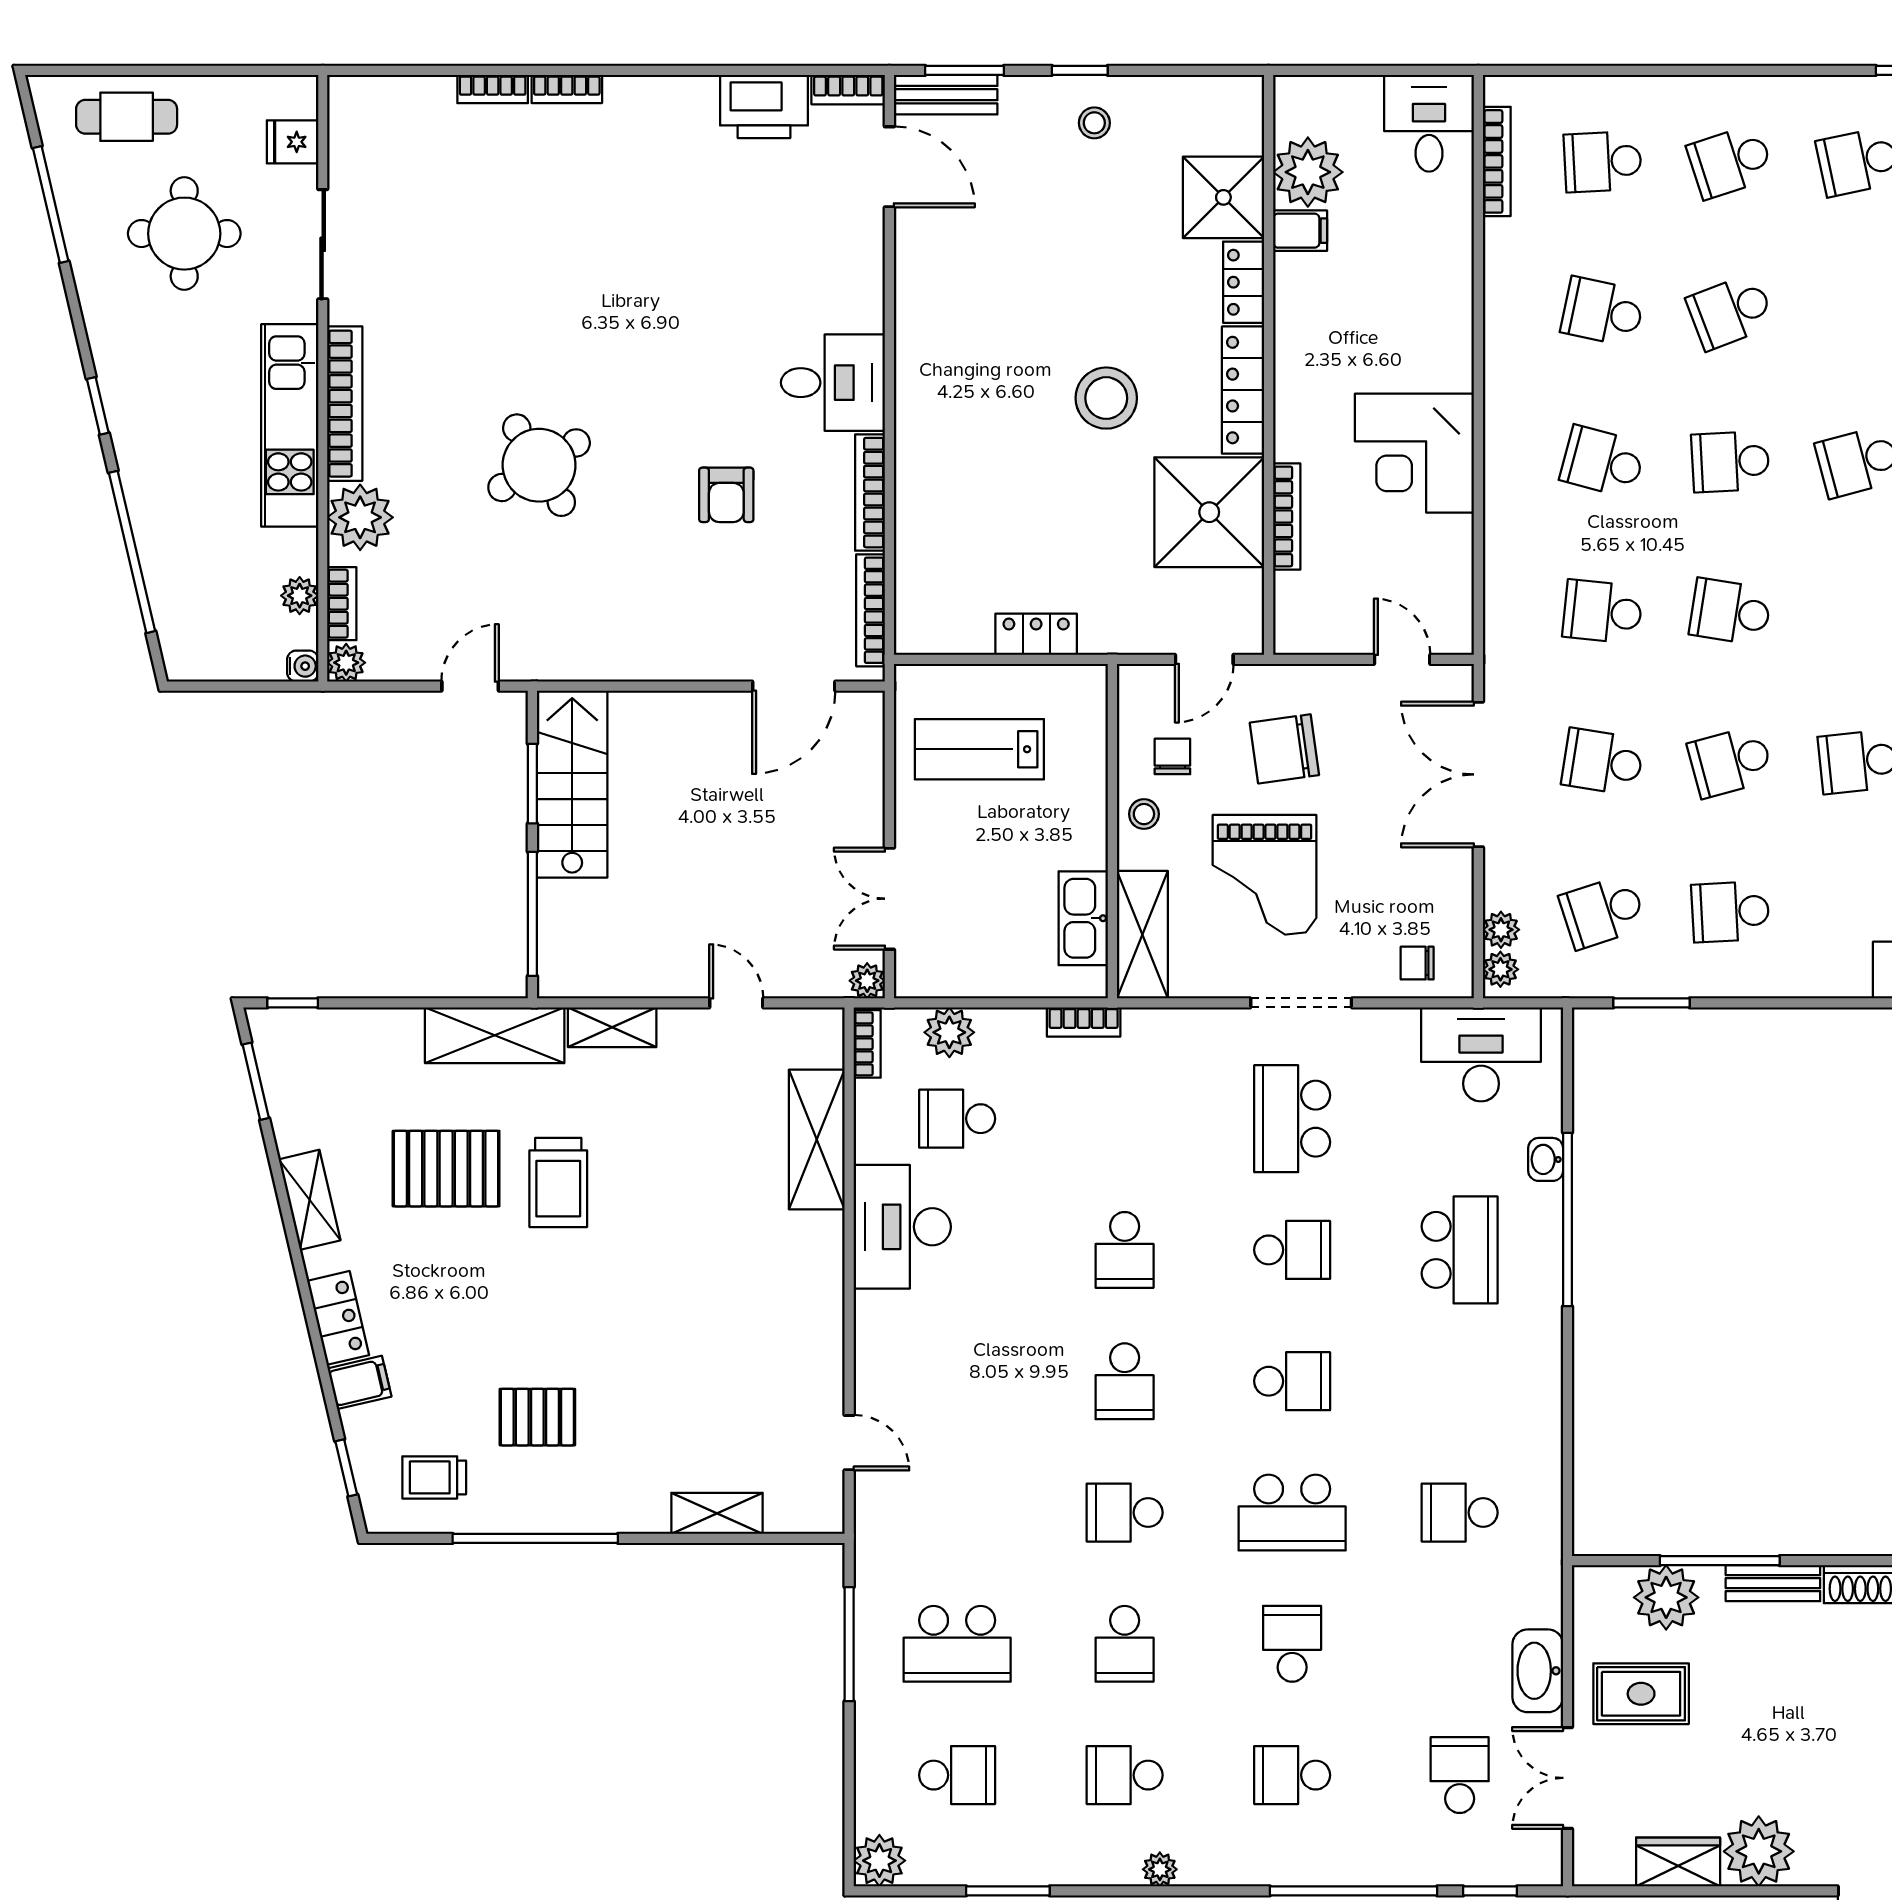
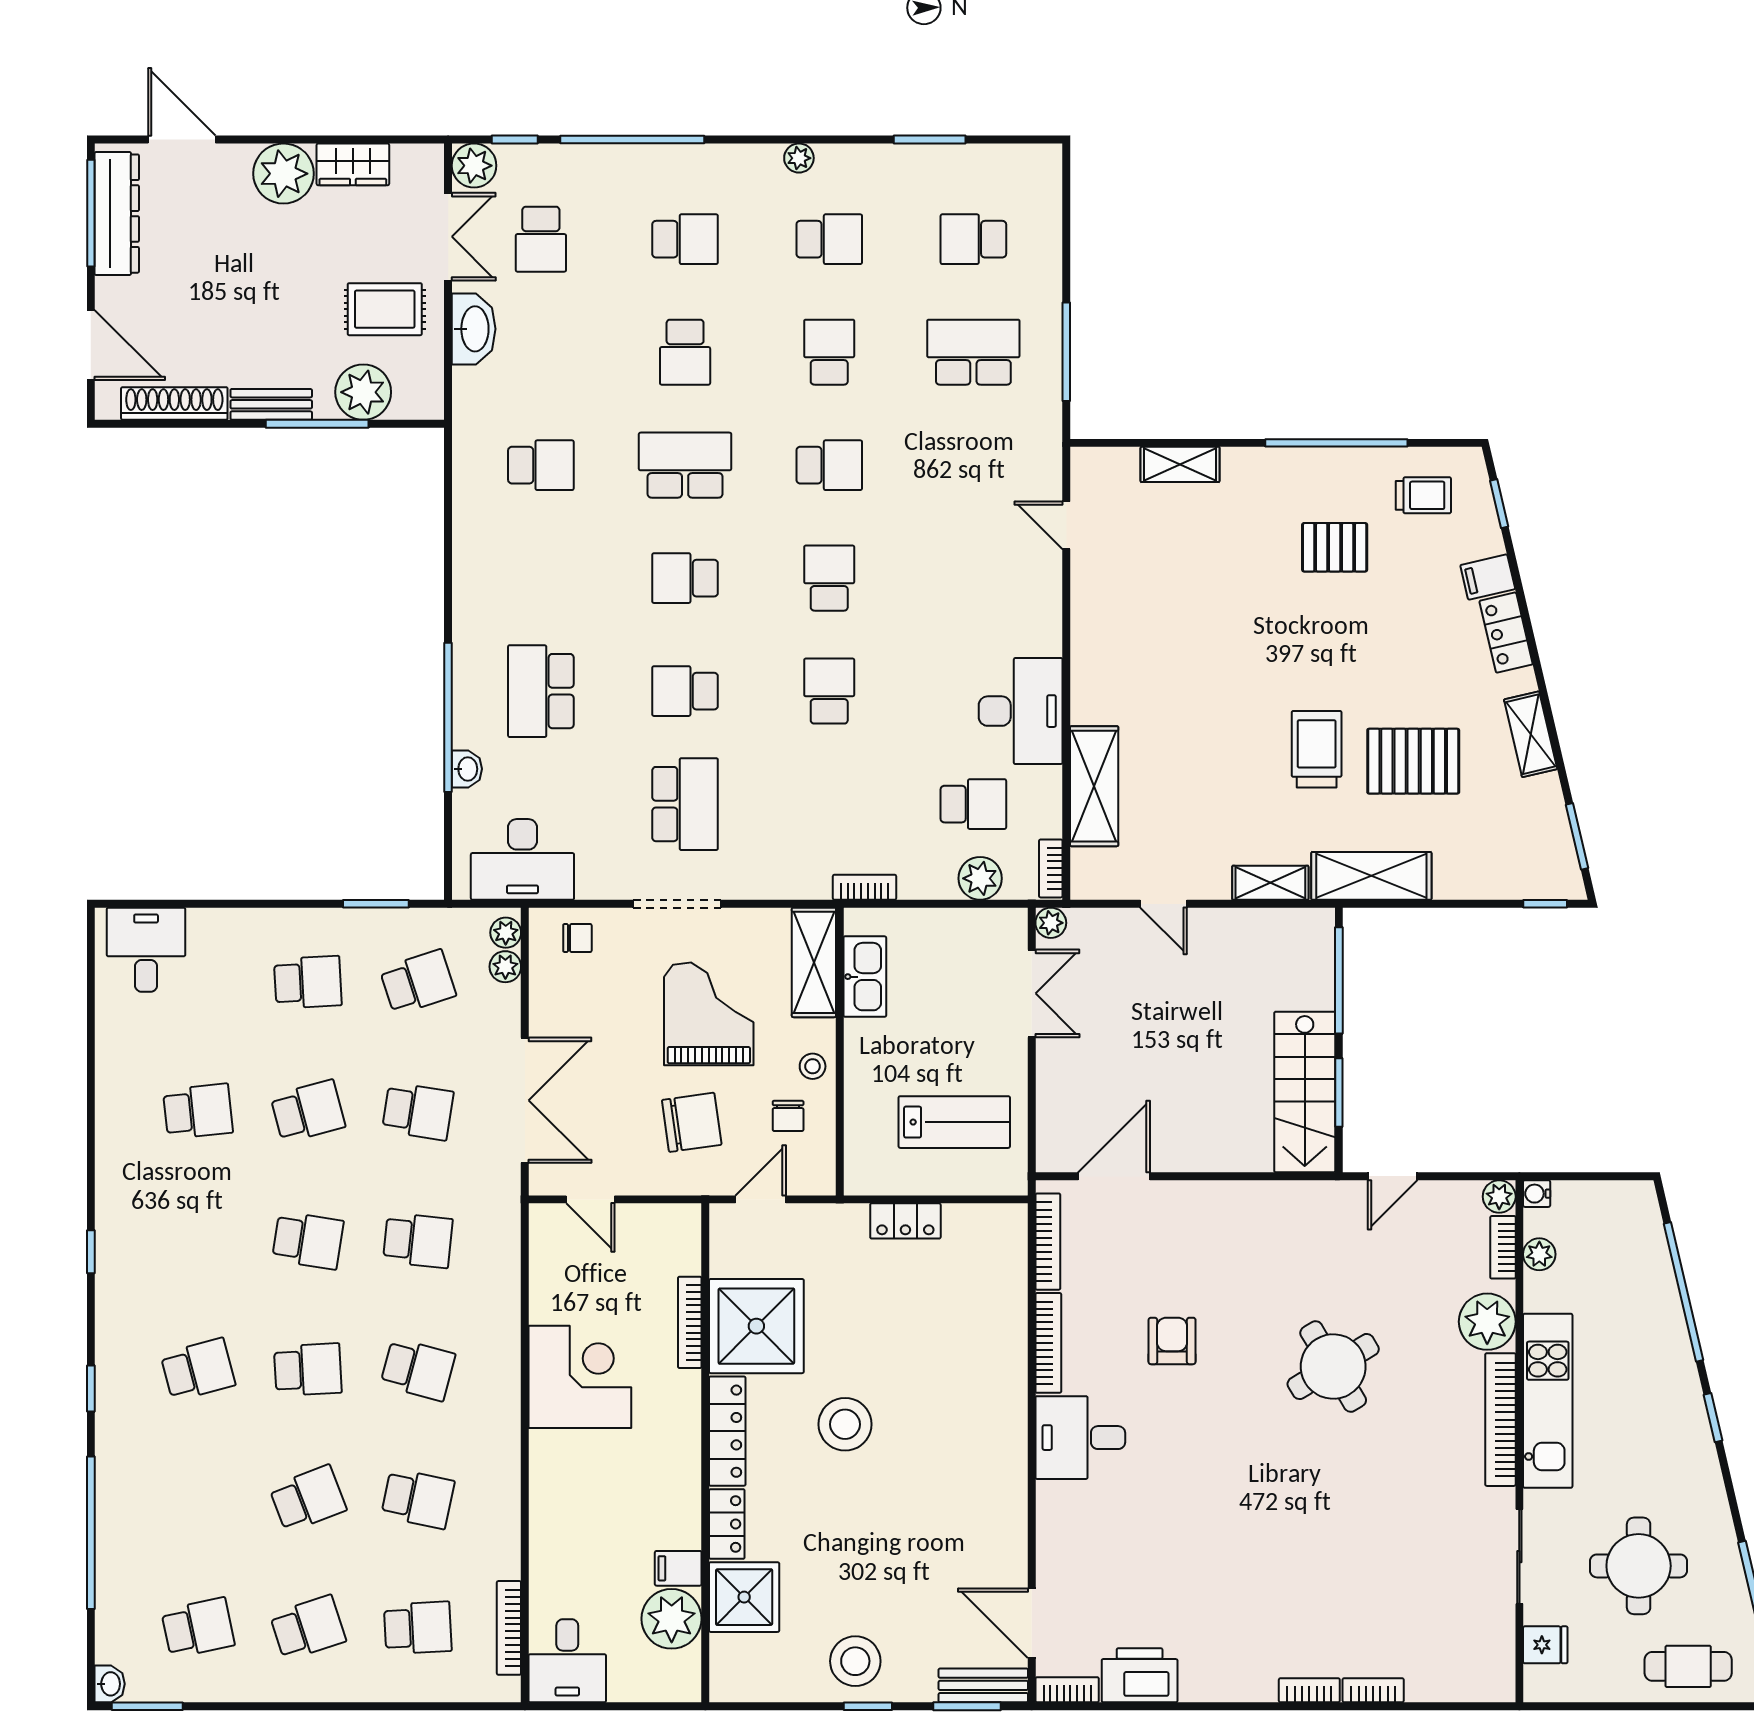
stool: (1094, 123) -> (855, 1661), width x1.89, depth x1.89
plant: (879, 1861) -> (474, 166), moved

